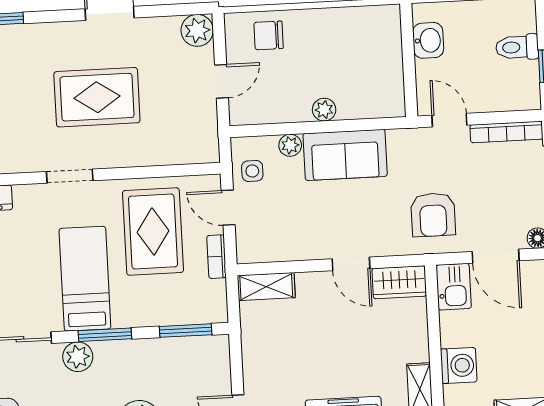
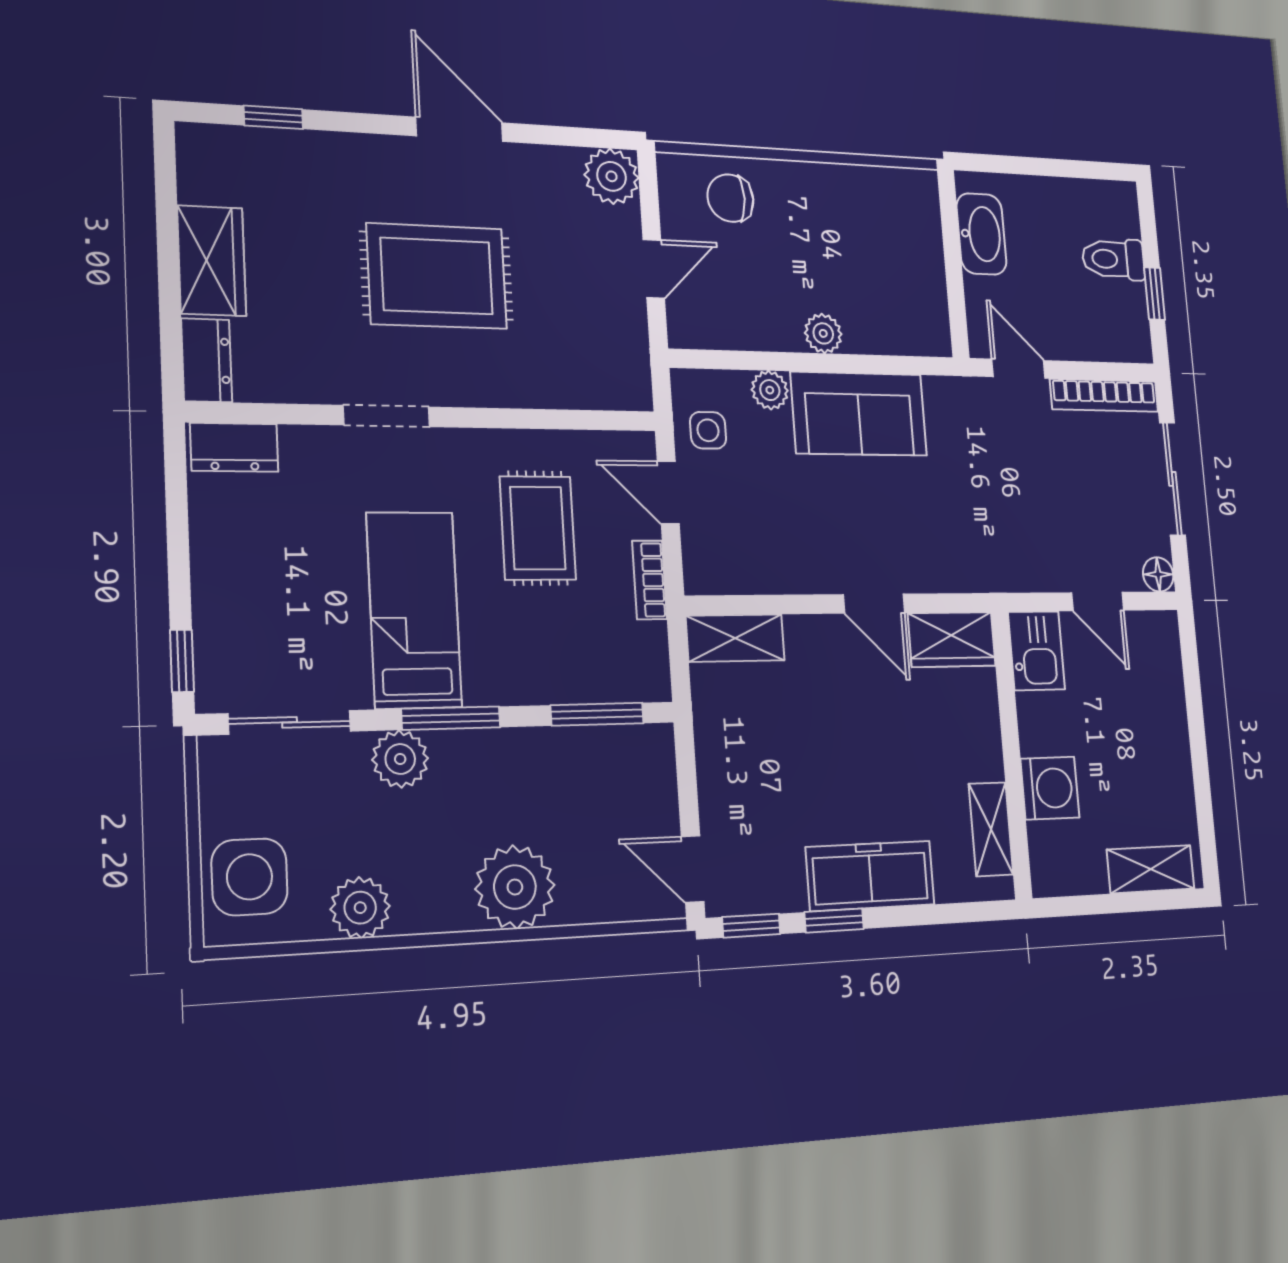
washbasin: (428, 40) -> (981, 234), width x1.38
armchair: (433, 215) -> (1000, 526), removed
rug: (153, 231) -> (538, 528), width x0.73, depth x0.70
door: (496, 256) -> (1098, 602), width x0.73

